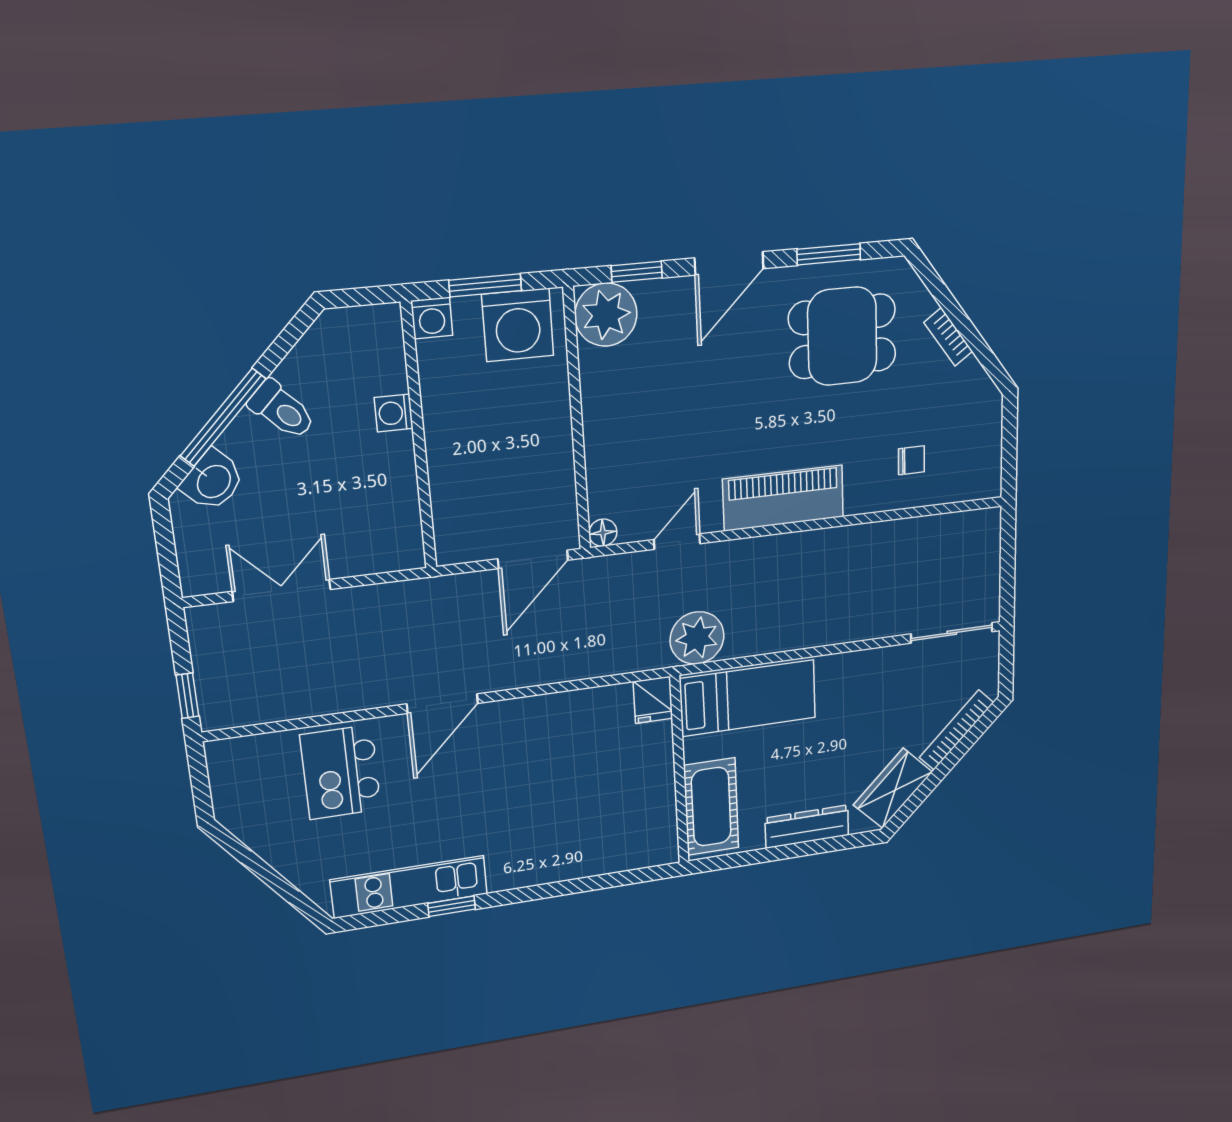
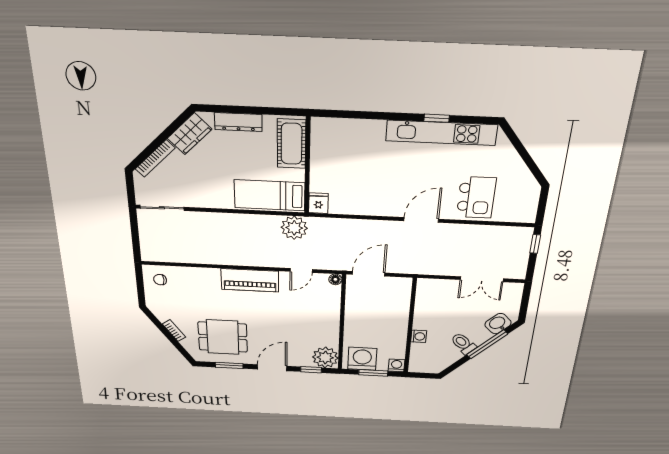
chair: (911, 460) -> (160, 280), moved
kitchen unit: (409, 887) -> (441, 133), width x1.36

